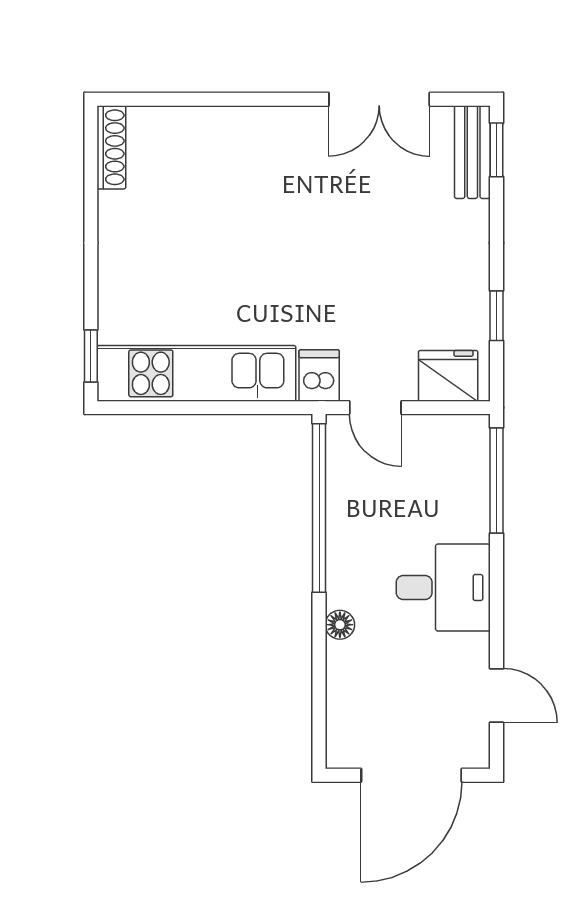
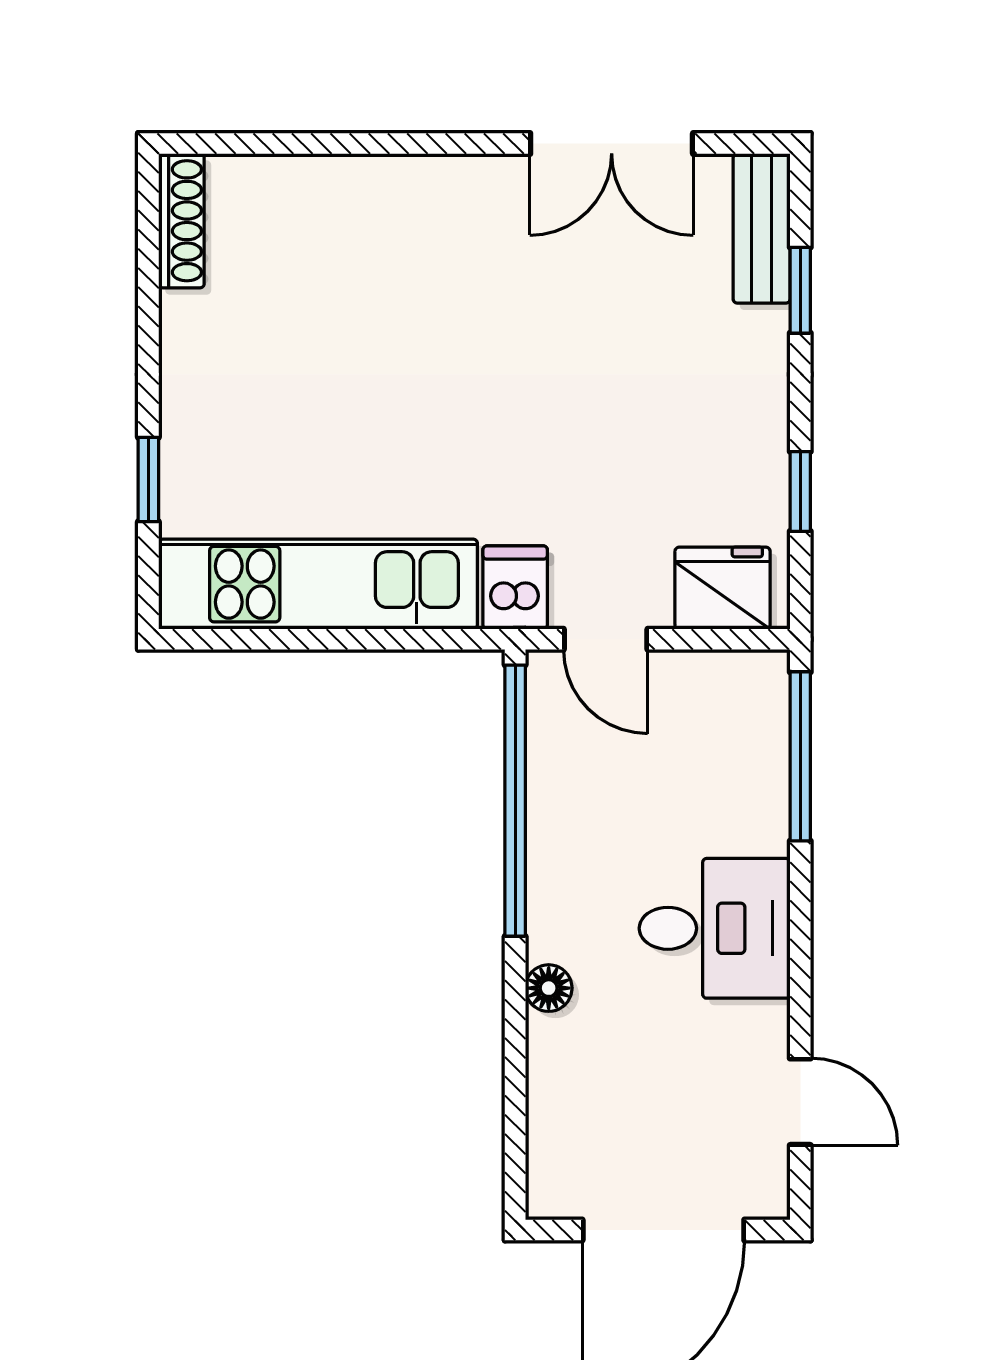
window: (496, 150) -> (800, 290), moved
window: (91, 356) -> (148, 479), moved

